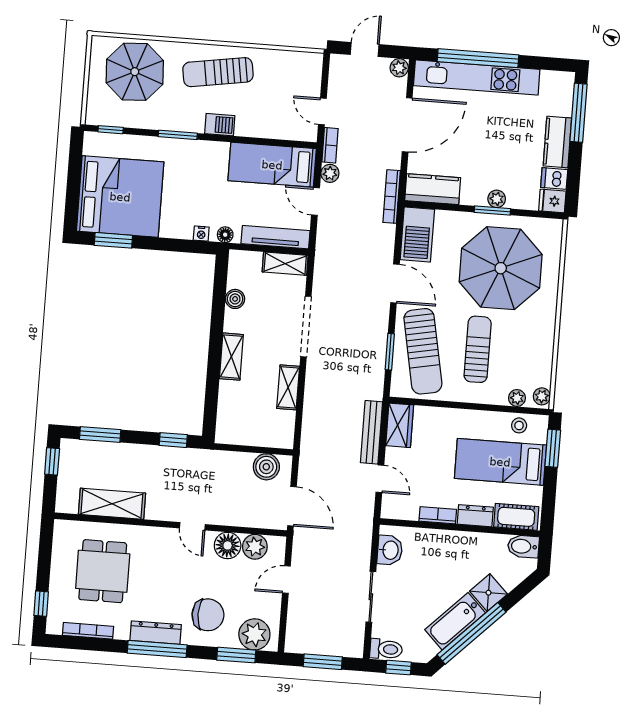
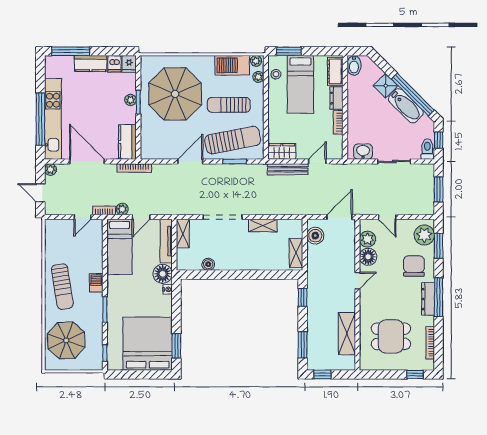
floor lamp: (225, 235) -> (163, 274), width x1.89, depth x1.89
barbecue: (417, 235) -> (232, 65), moved, turned 180
shelving: (231, 357) -> (296, 253), moved, turned 90

